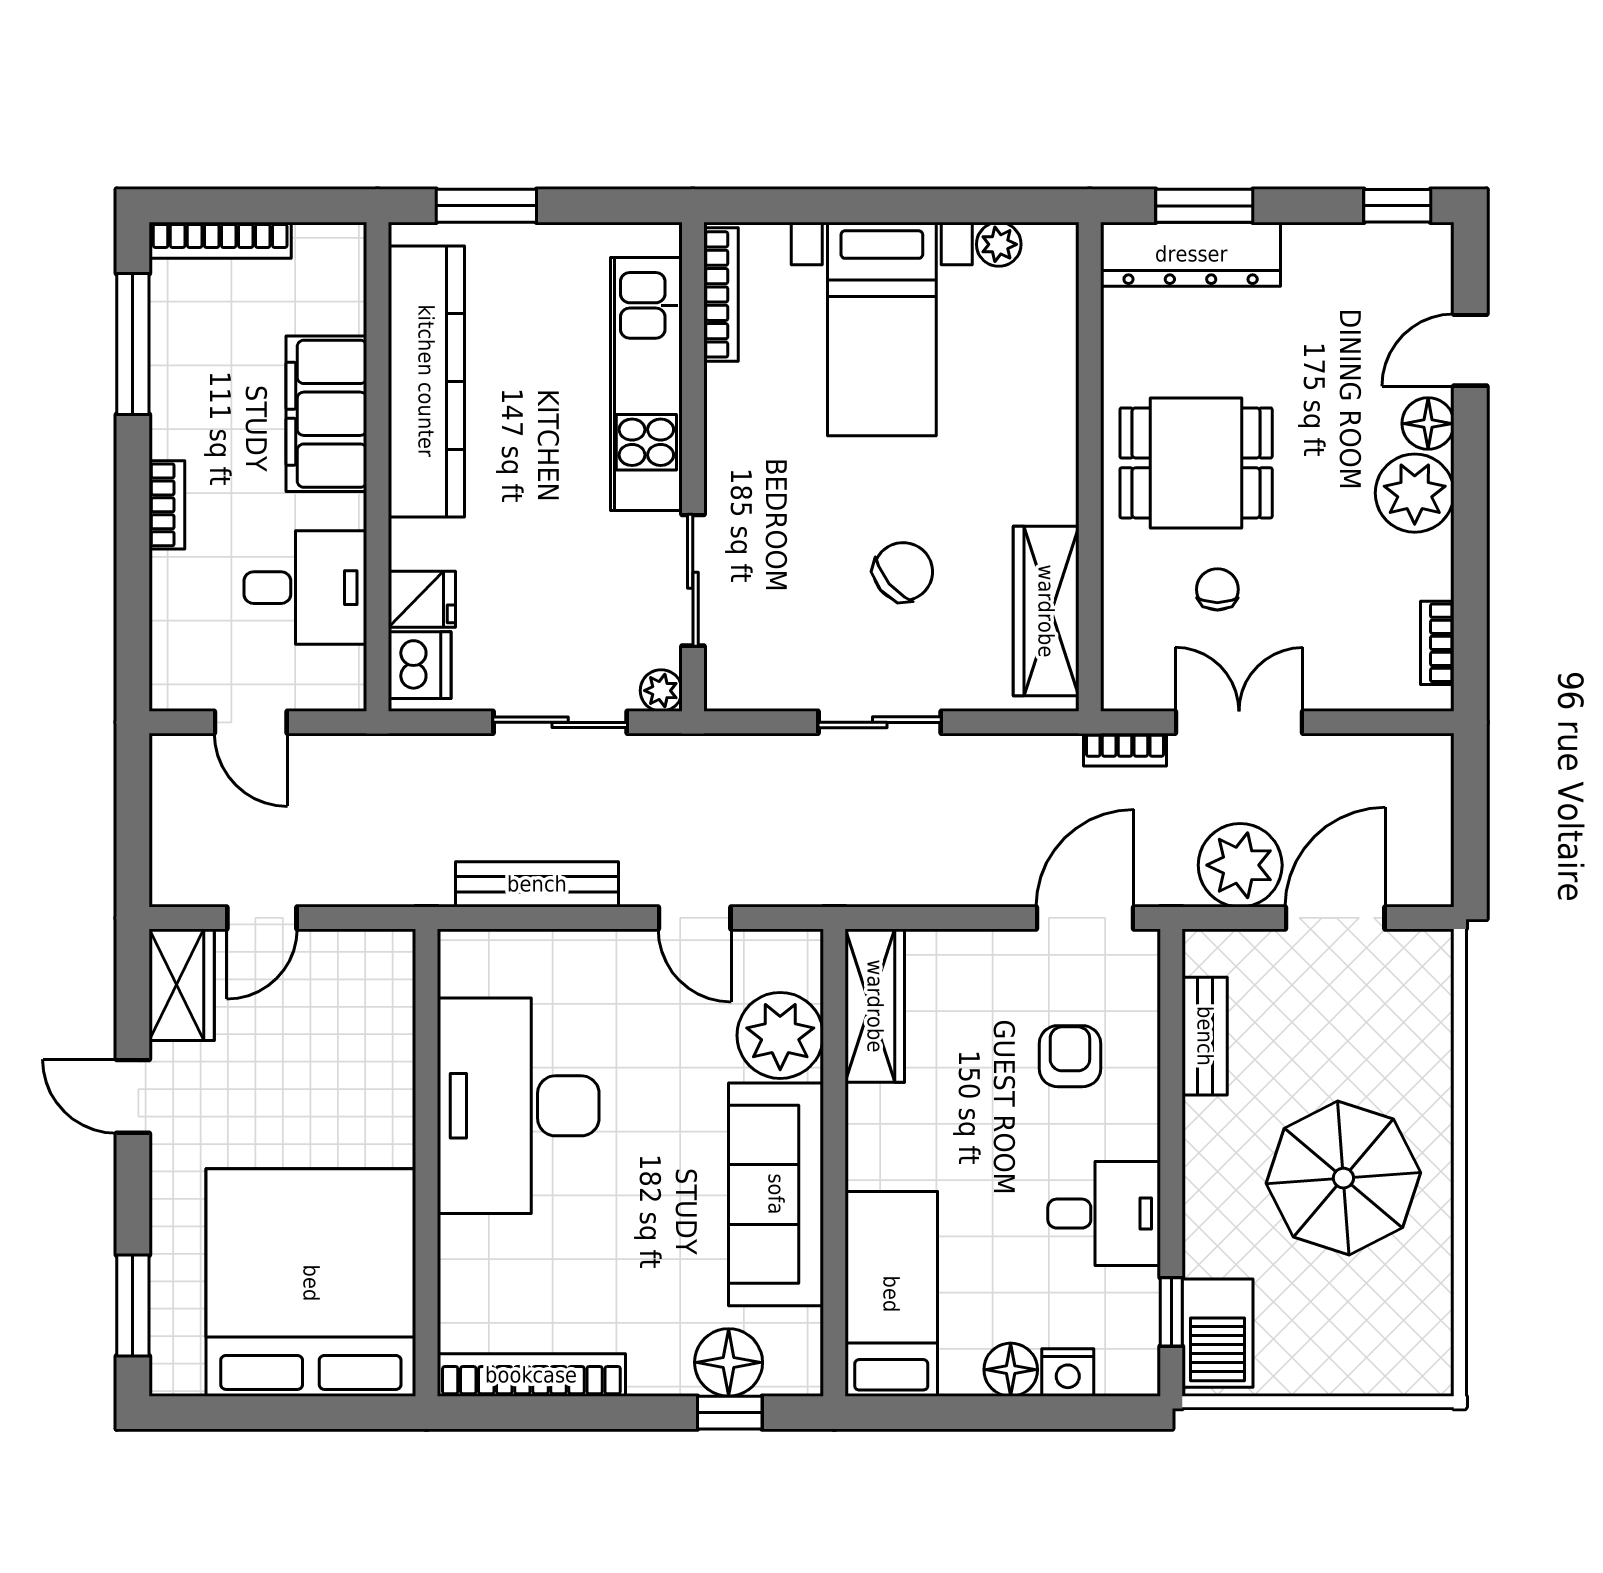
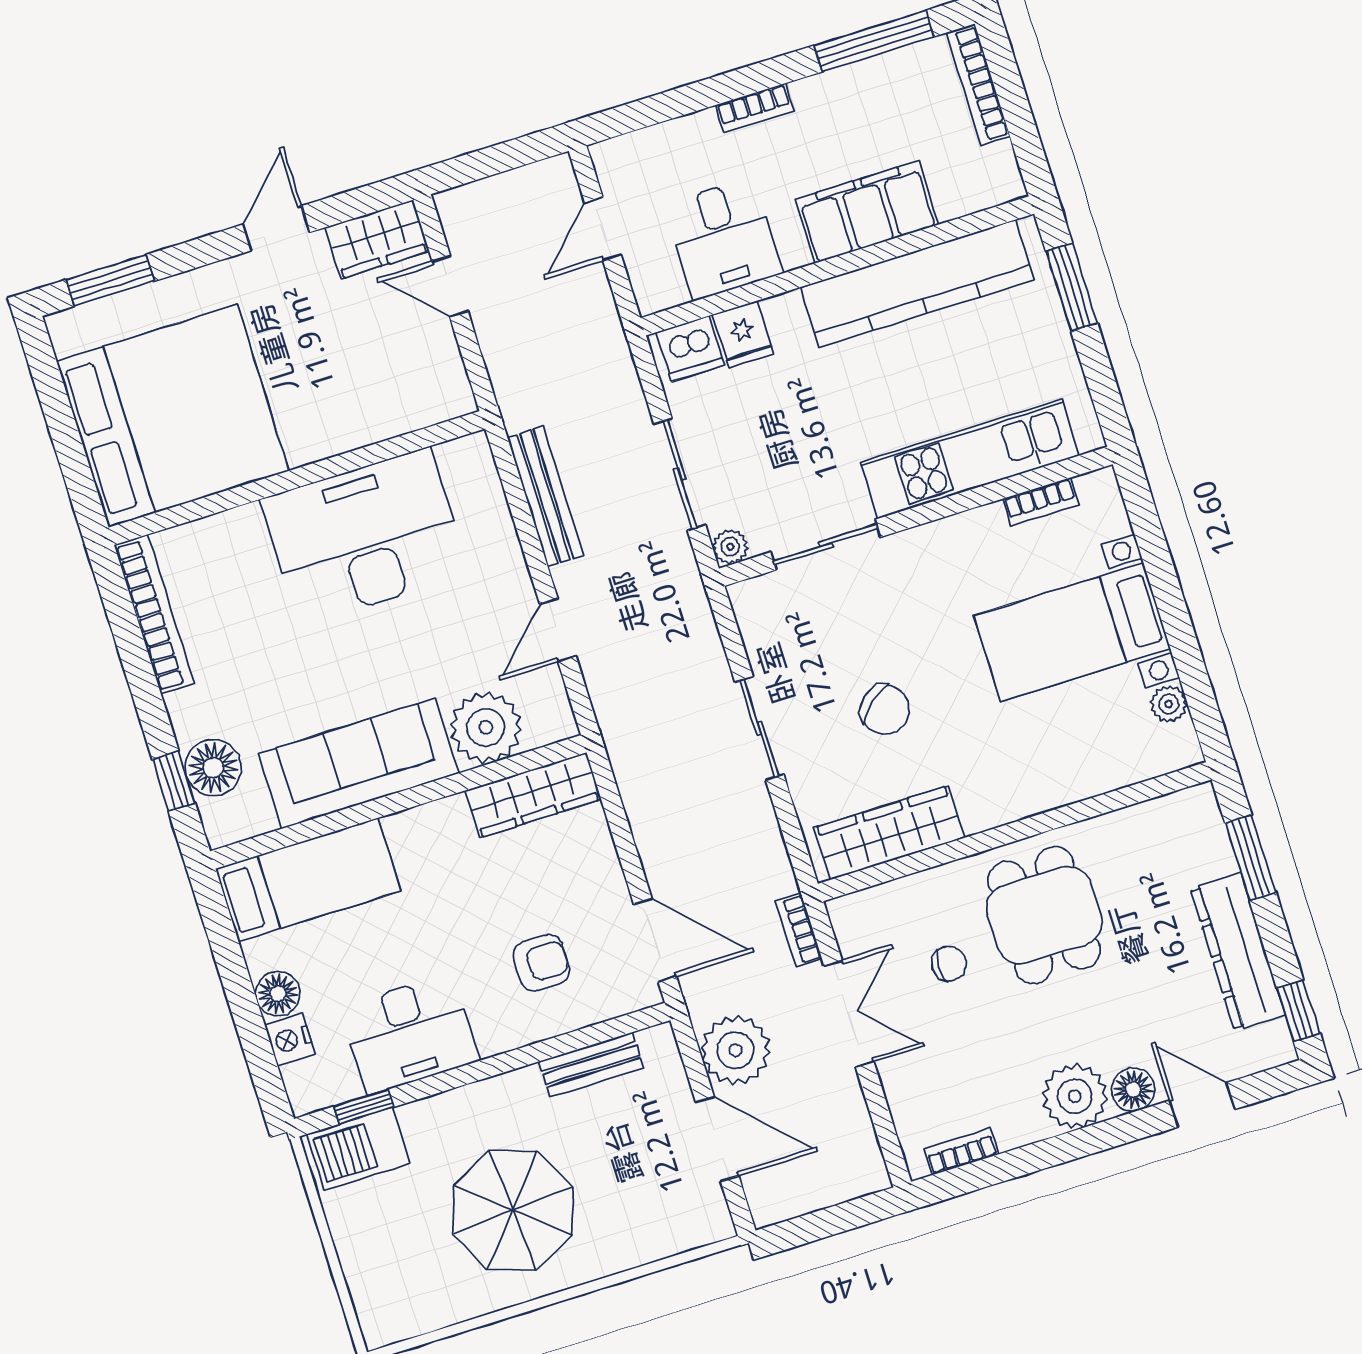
dresser: (1191, 254) -> (1238, 952), moved
bookcase: (721, 294) -> (1041, 502), width x0.64
desk: (1104, 1214) -> (410, 1034), width x1.37

